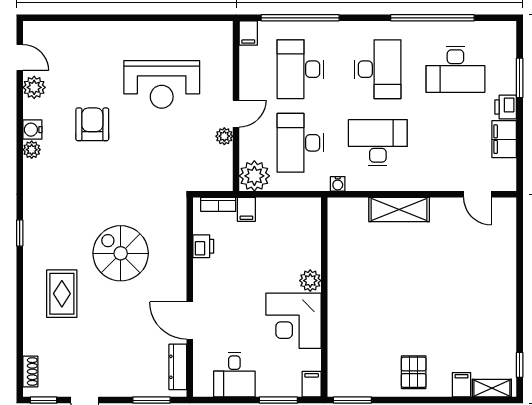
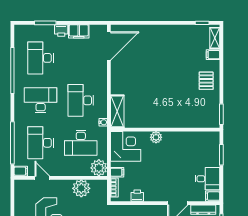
desk: (300, 69) -> (41, 143), turned 90
desk: (455, 69) -> (41, 58), turned 180
door: (236, 114) -> (42, 178), moved
plant: (224, 136) -> (81, 188), width x1.88, depth x1.88
door: (477, 194) -> (109, 46), width x1.87
shelving: (399, 209) -> (117, 111), moved
corner desk: (293, 321) -> (126, 146), moved, turned -90
pallet: (414, 372) -> (206, 81), turned 90
filing cabinet: (312, 384) -> (213, 196), moved

